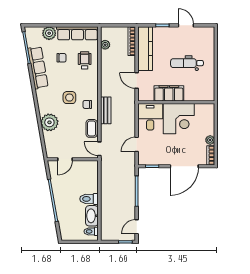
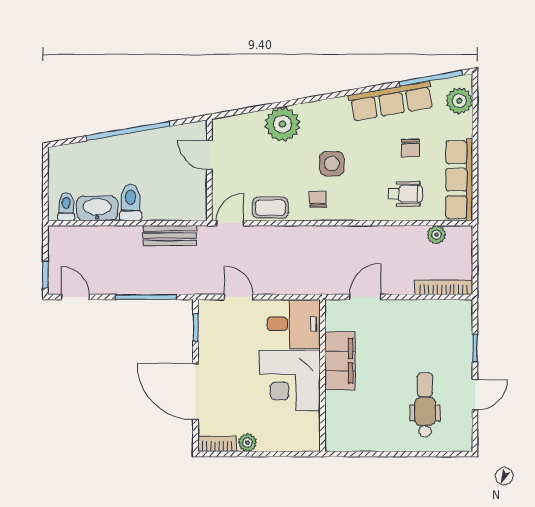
plant: (49, 33) -> (459, 101), moved
kitchen counter: (145, 49) -> (429, 314), removed
dental chair: (187, 63) -> (425, 405), moved
bench: (106, 110) -> (170, 236), moved

